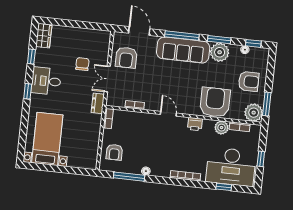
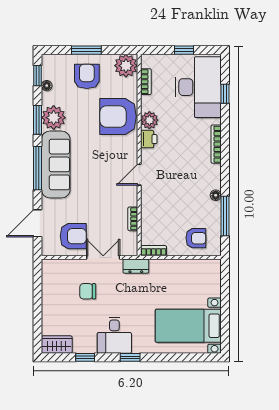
double door: (107, 79) -> (103, 257), swing flipped
window: (267, 104) -> (86, 50), moved
plant: (222, 128) -> (149, 120), moved

